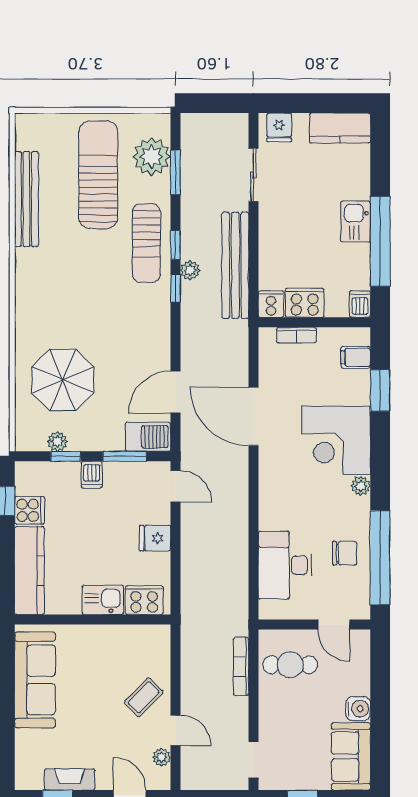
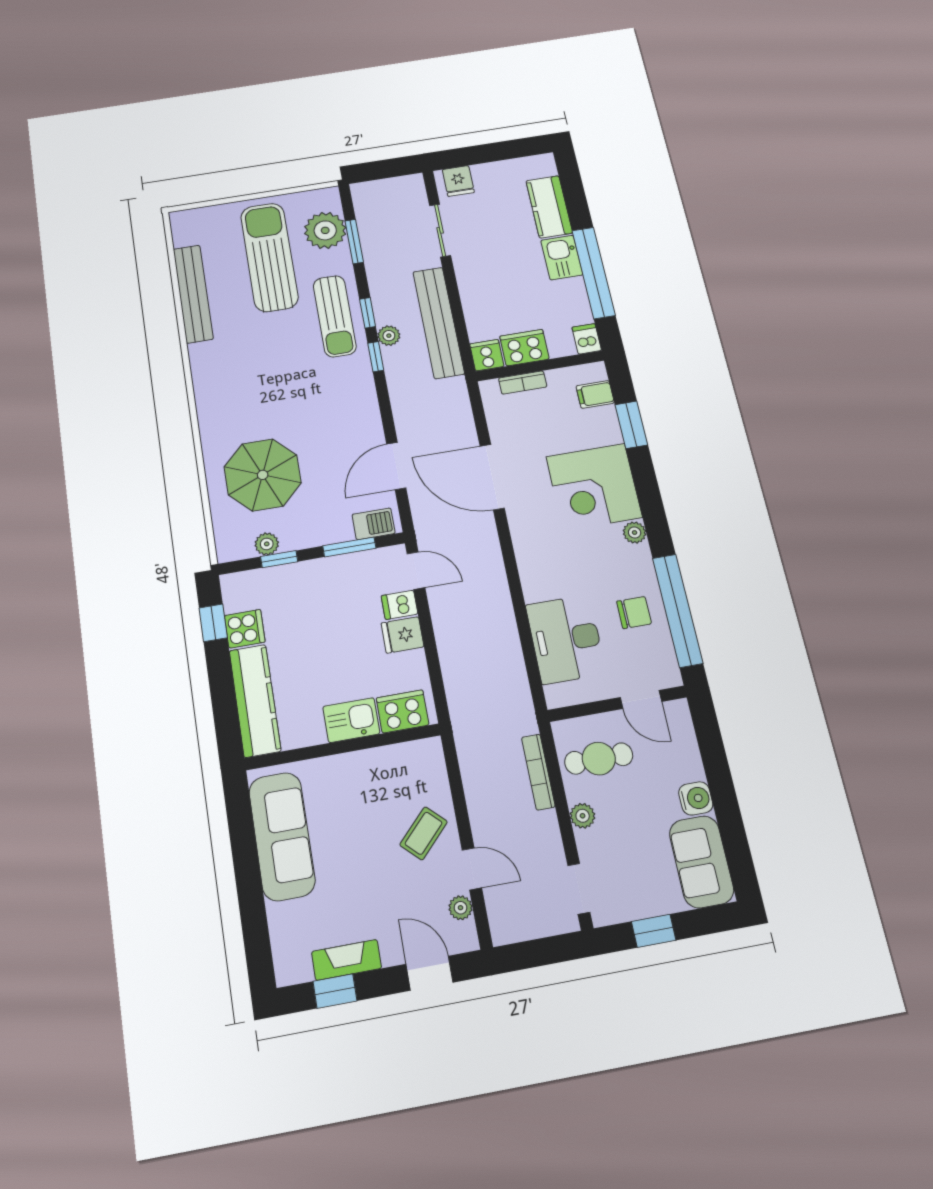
kitchen counter: (340, 128) -> (549, 207), moved, turned 90
barbecue: (148, 437) -> (374, 524), width x0.73, depth x0.79
dishwasher: (92, 475) -> (400, 605), moved, turned 90
plant: (268, 706) -> (583, 816), added

